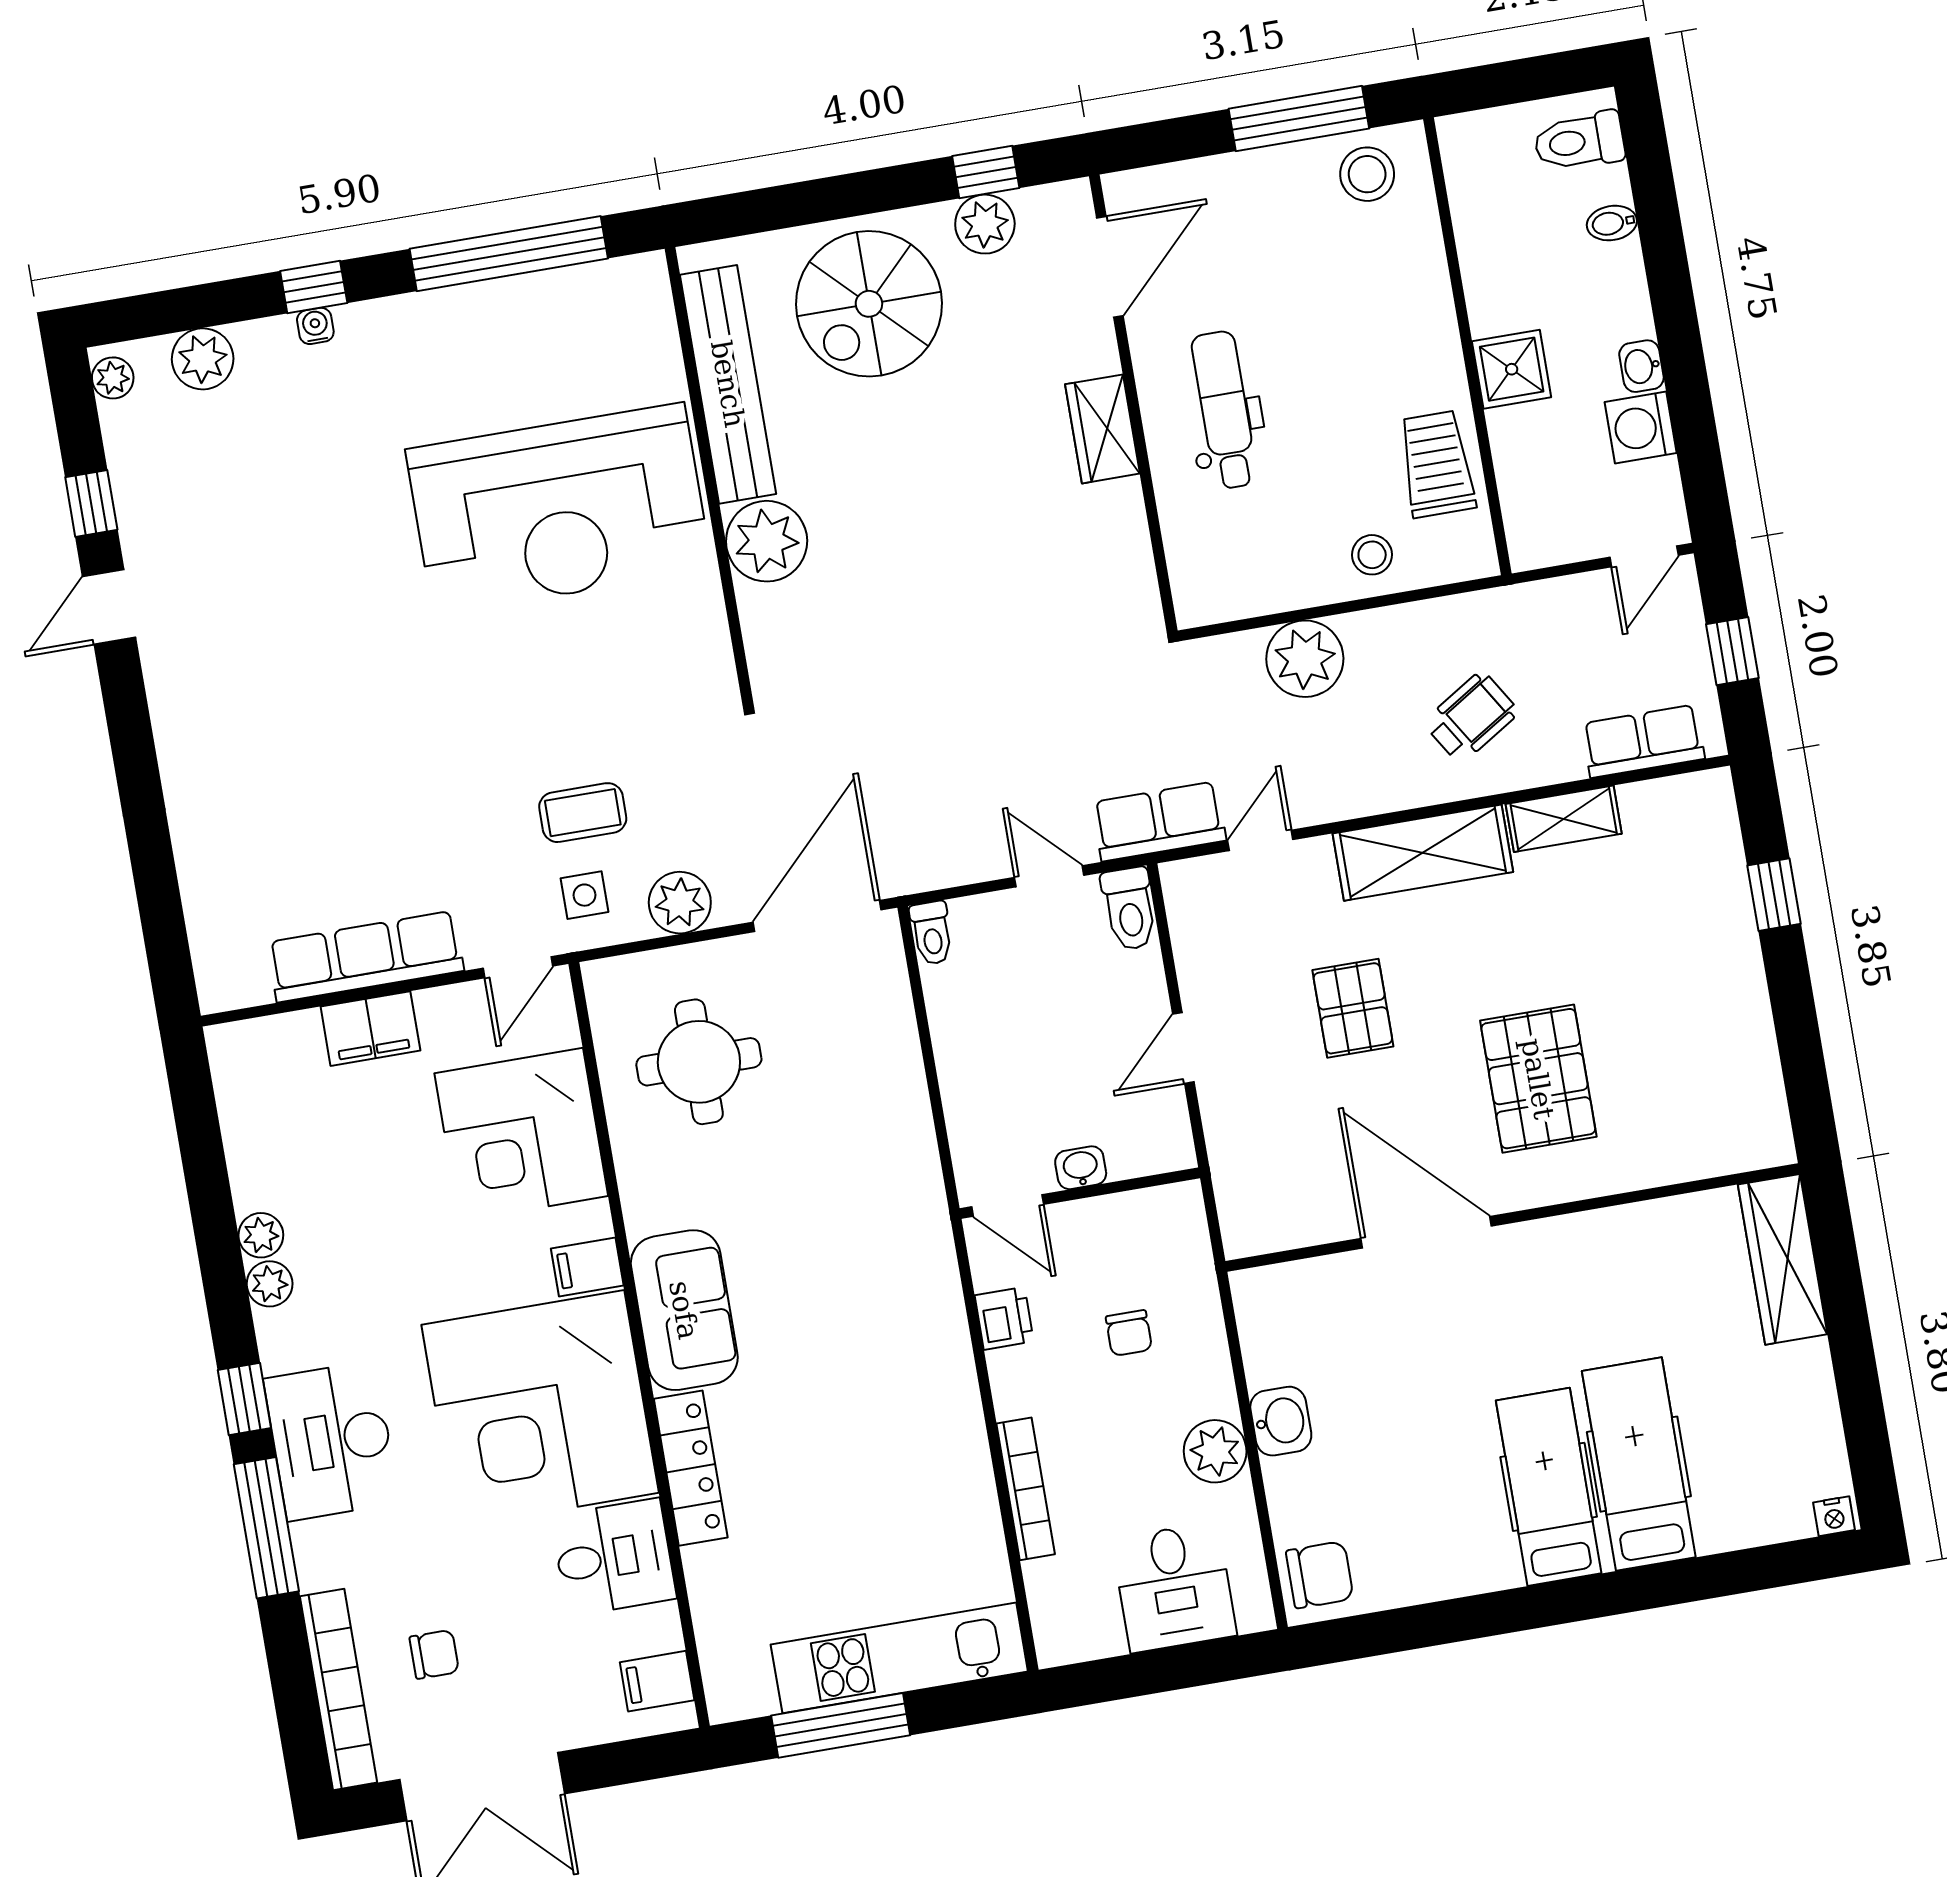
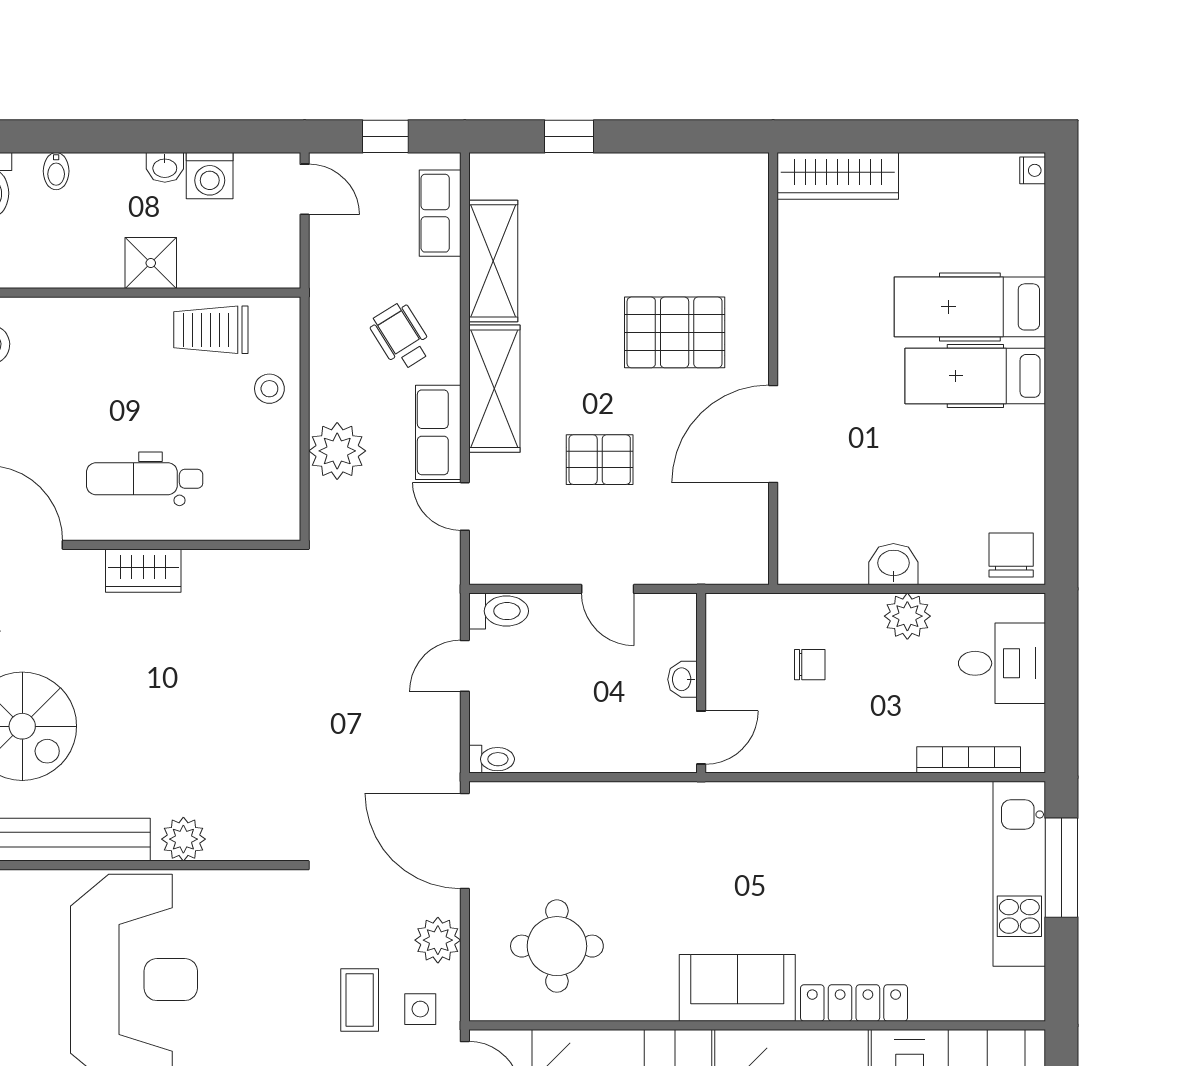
plant: (767, 541) -> (183, 839), width x0.73, depth x0.73
shelving: (1564, 819) -> (493, 261), width x1.50, depth x1.33
row of seats: (1159, 821) -> (438, 432), moved
printer: (1004, 1318) -> (783, 754), removed
bookcase: (1026, 1489) -> (969, 760), moved
window: (841, 1725) -> (1061, 868), moved

